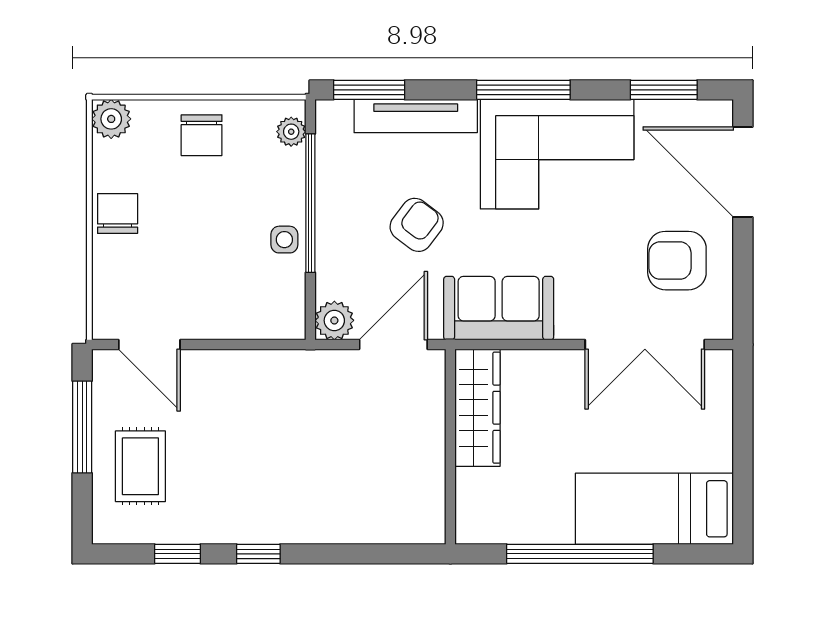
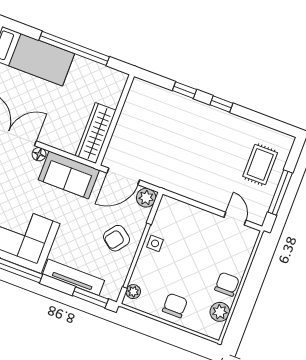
plant: (111, 119) -> (220, 312), moved
chair: (118, 213) -> (227, 284), turned 180
armchair: (417, 225) -> (117, 238), moved
floor lamp: (571, 326) -> (39, 154), added
door: (149, 345) -> (235, 219), width x0.73
window: (178, 554) -> (184, 90), moved

